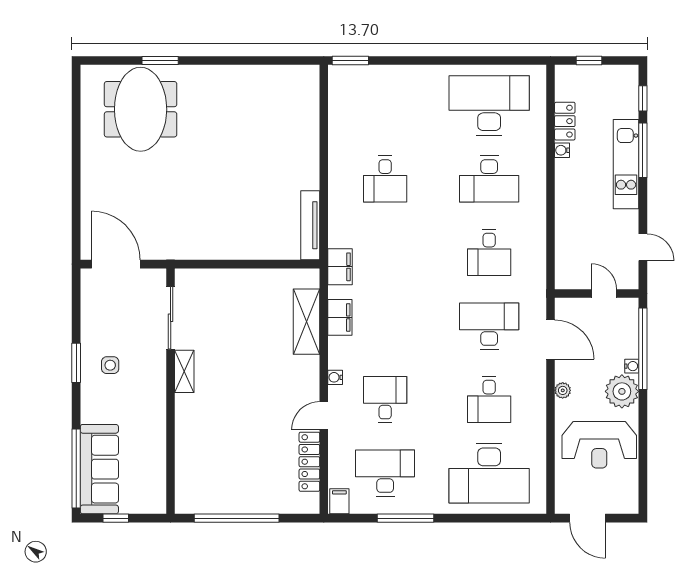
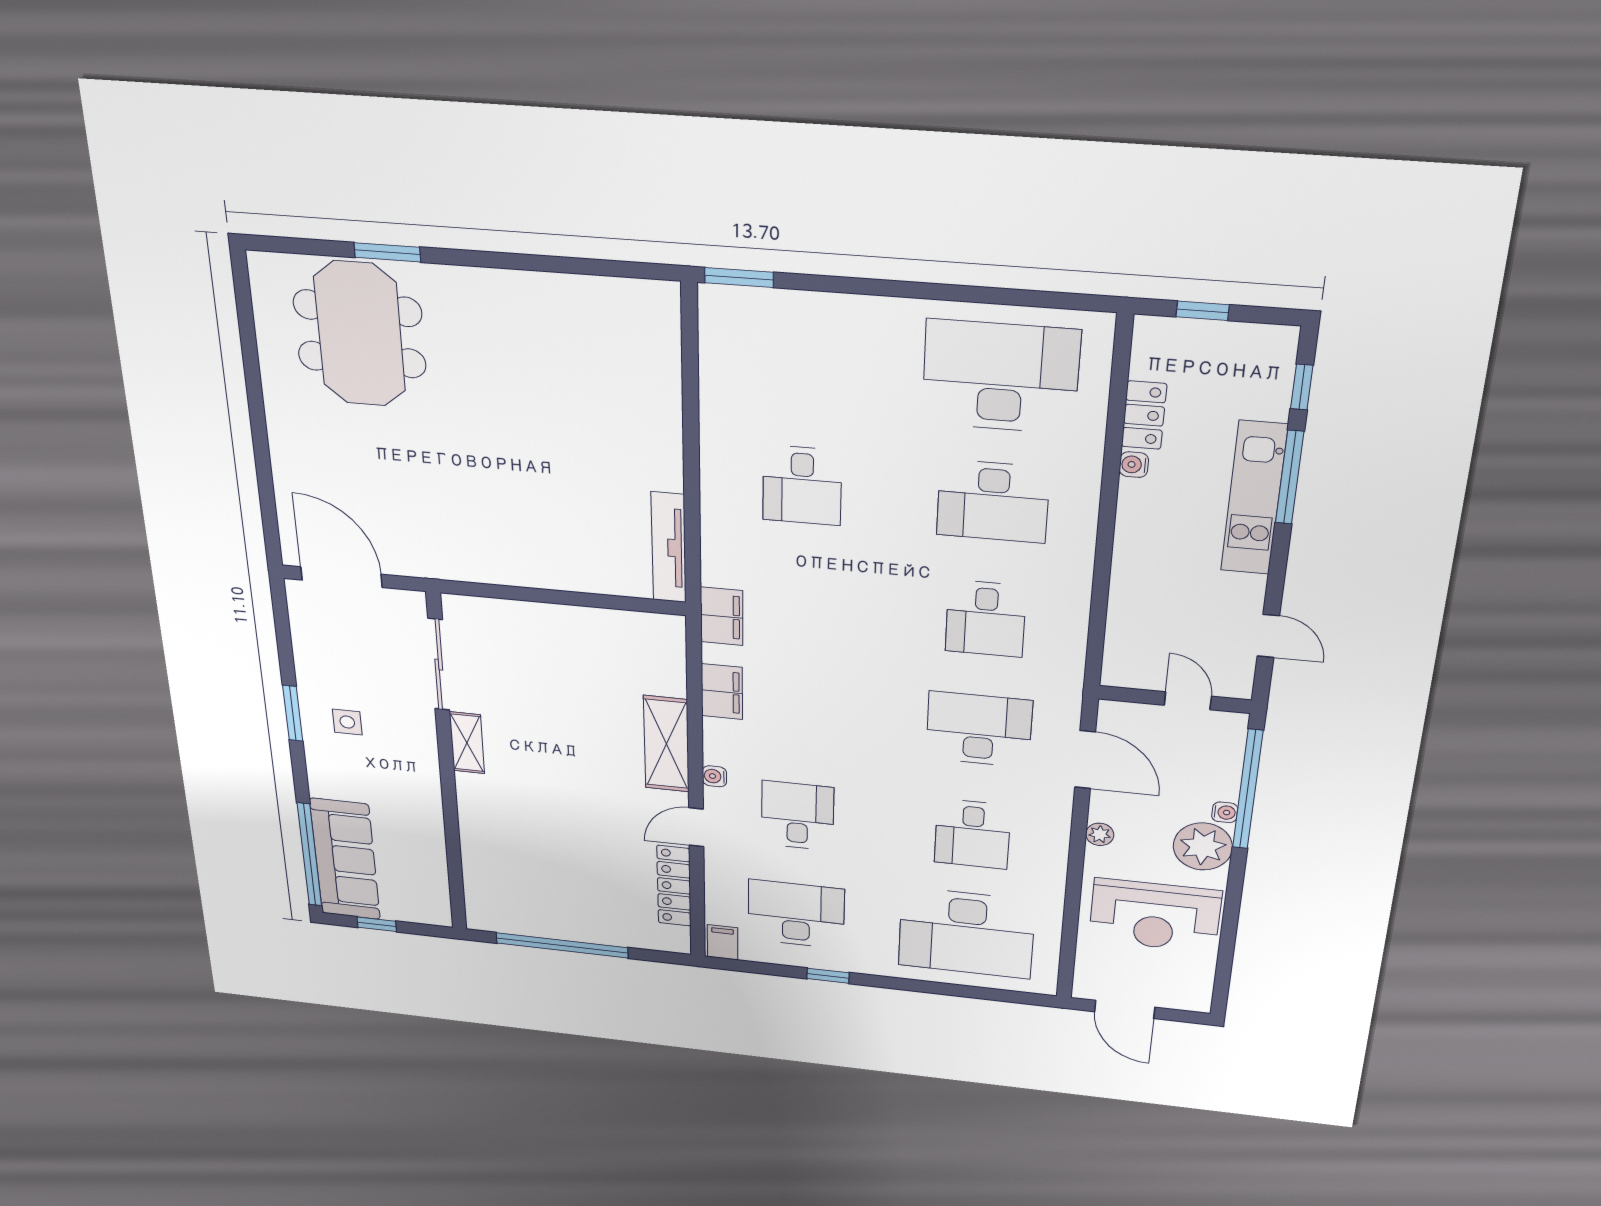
shelving: (306, 322) -> (666, 744), moved
window: (406, 518) -> (828, 976), width x0.46

